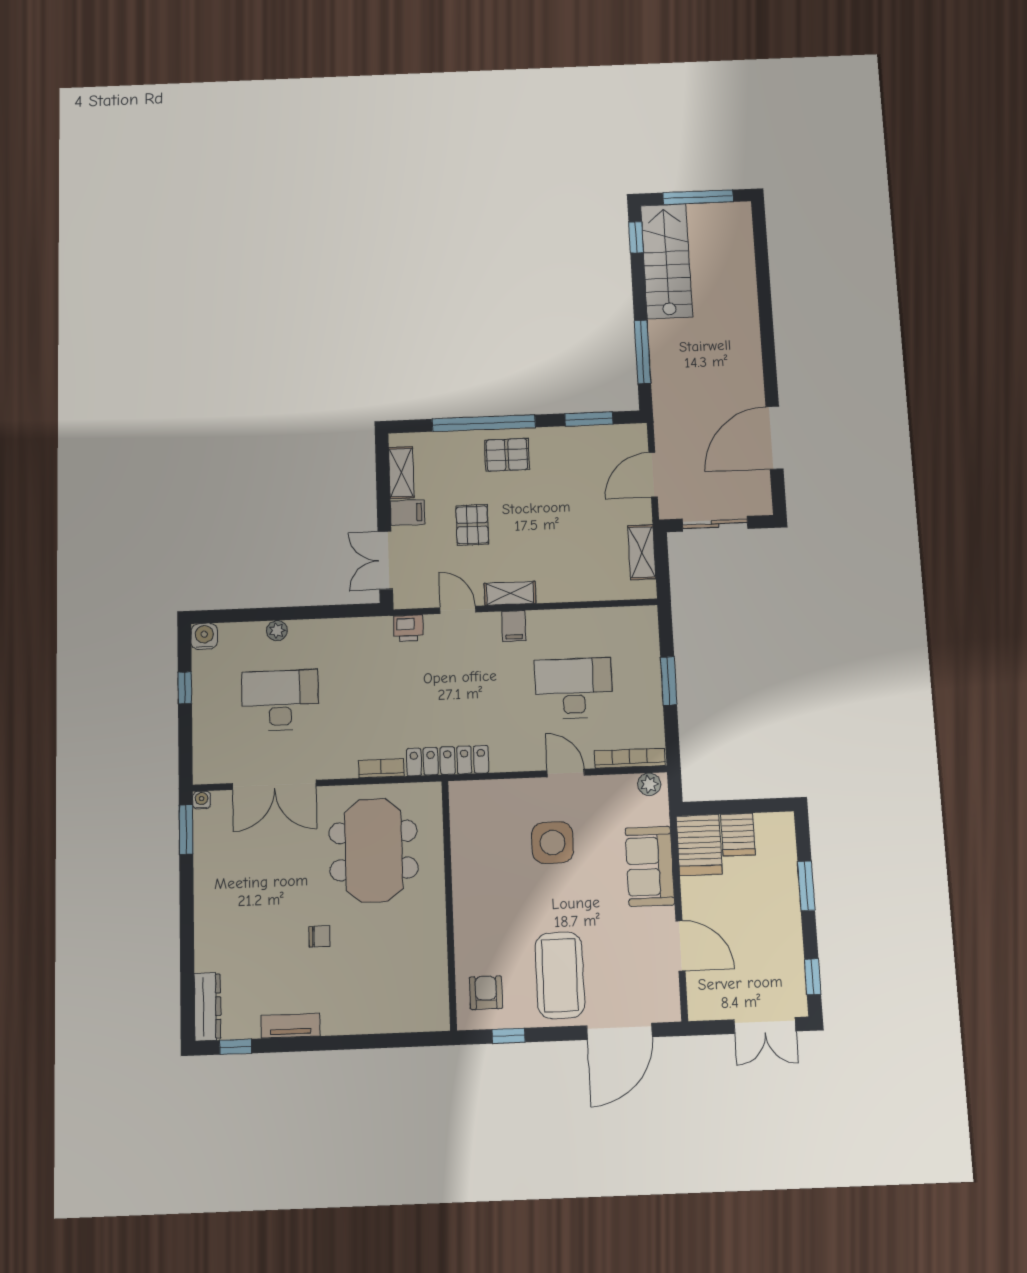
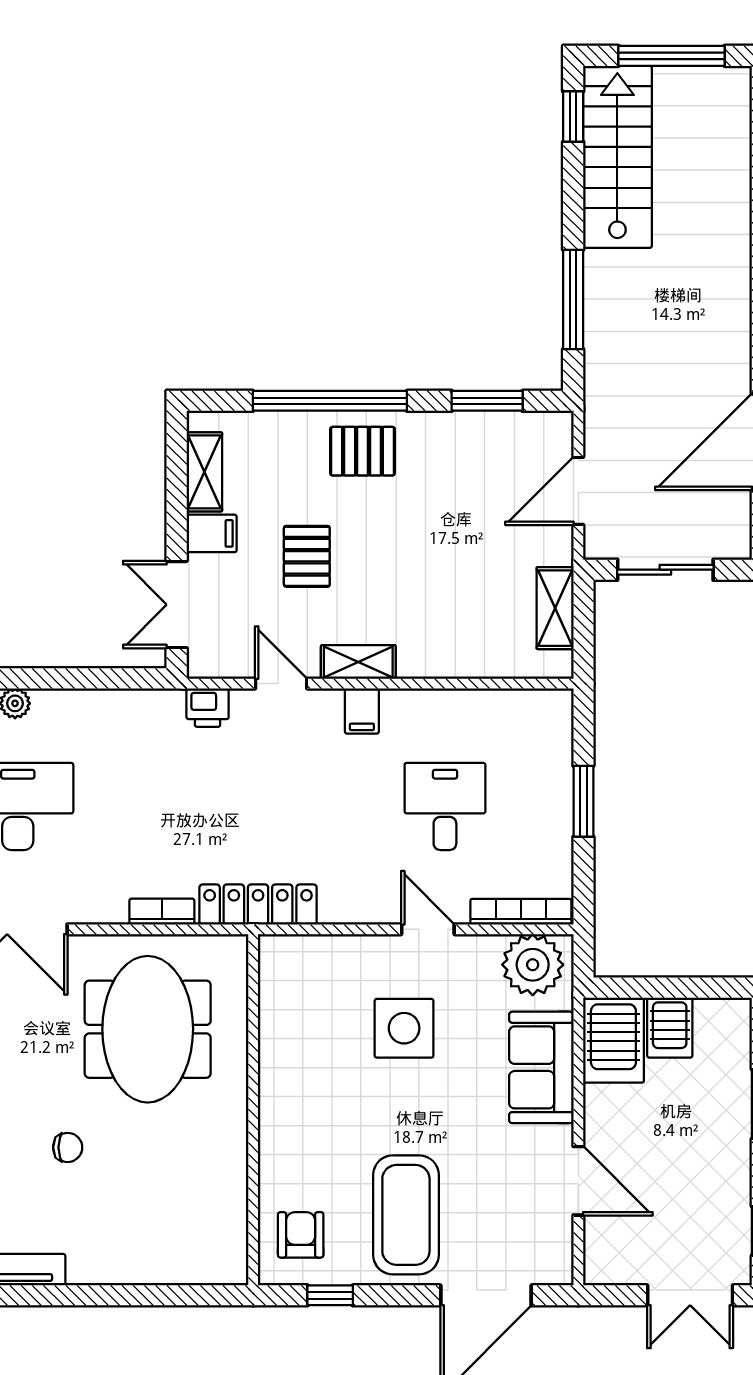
desk: (574, 688) -> (445, 806), width x0.73
plant: (649, 784) -> (533, 965), width x1.88, depth x1.88

